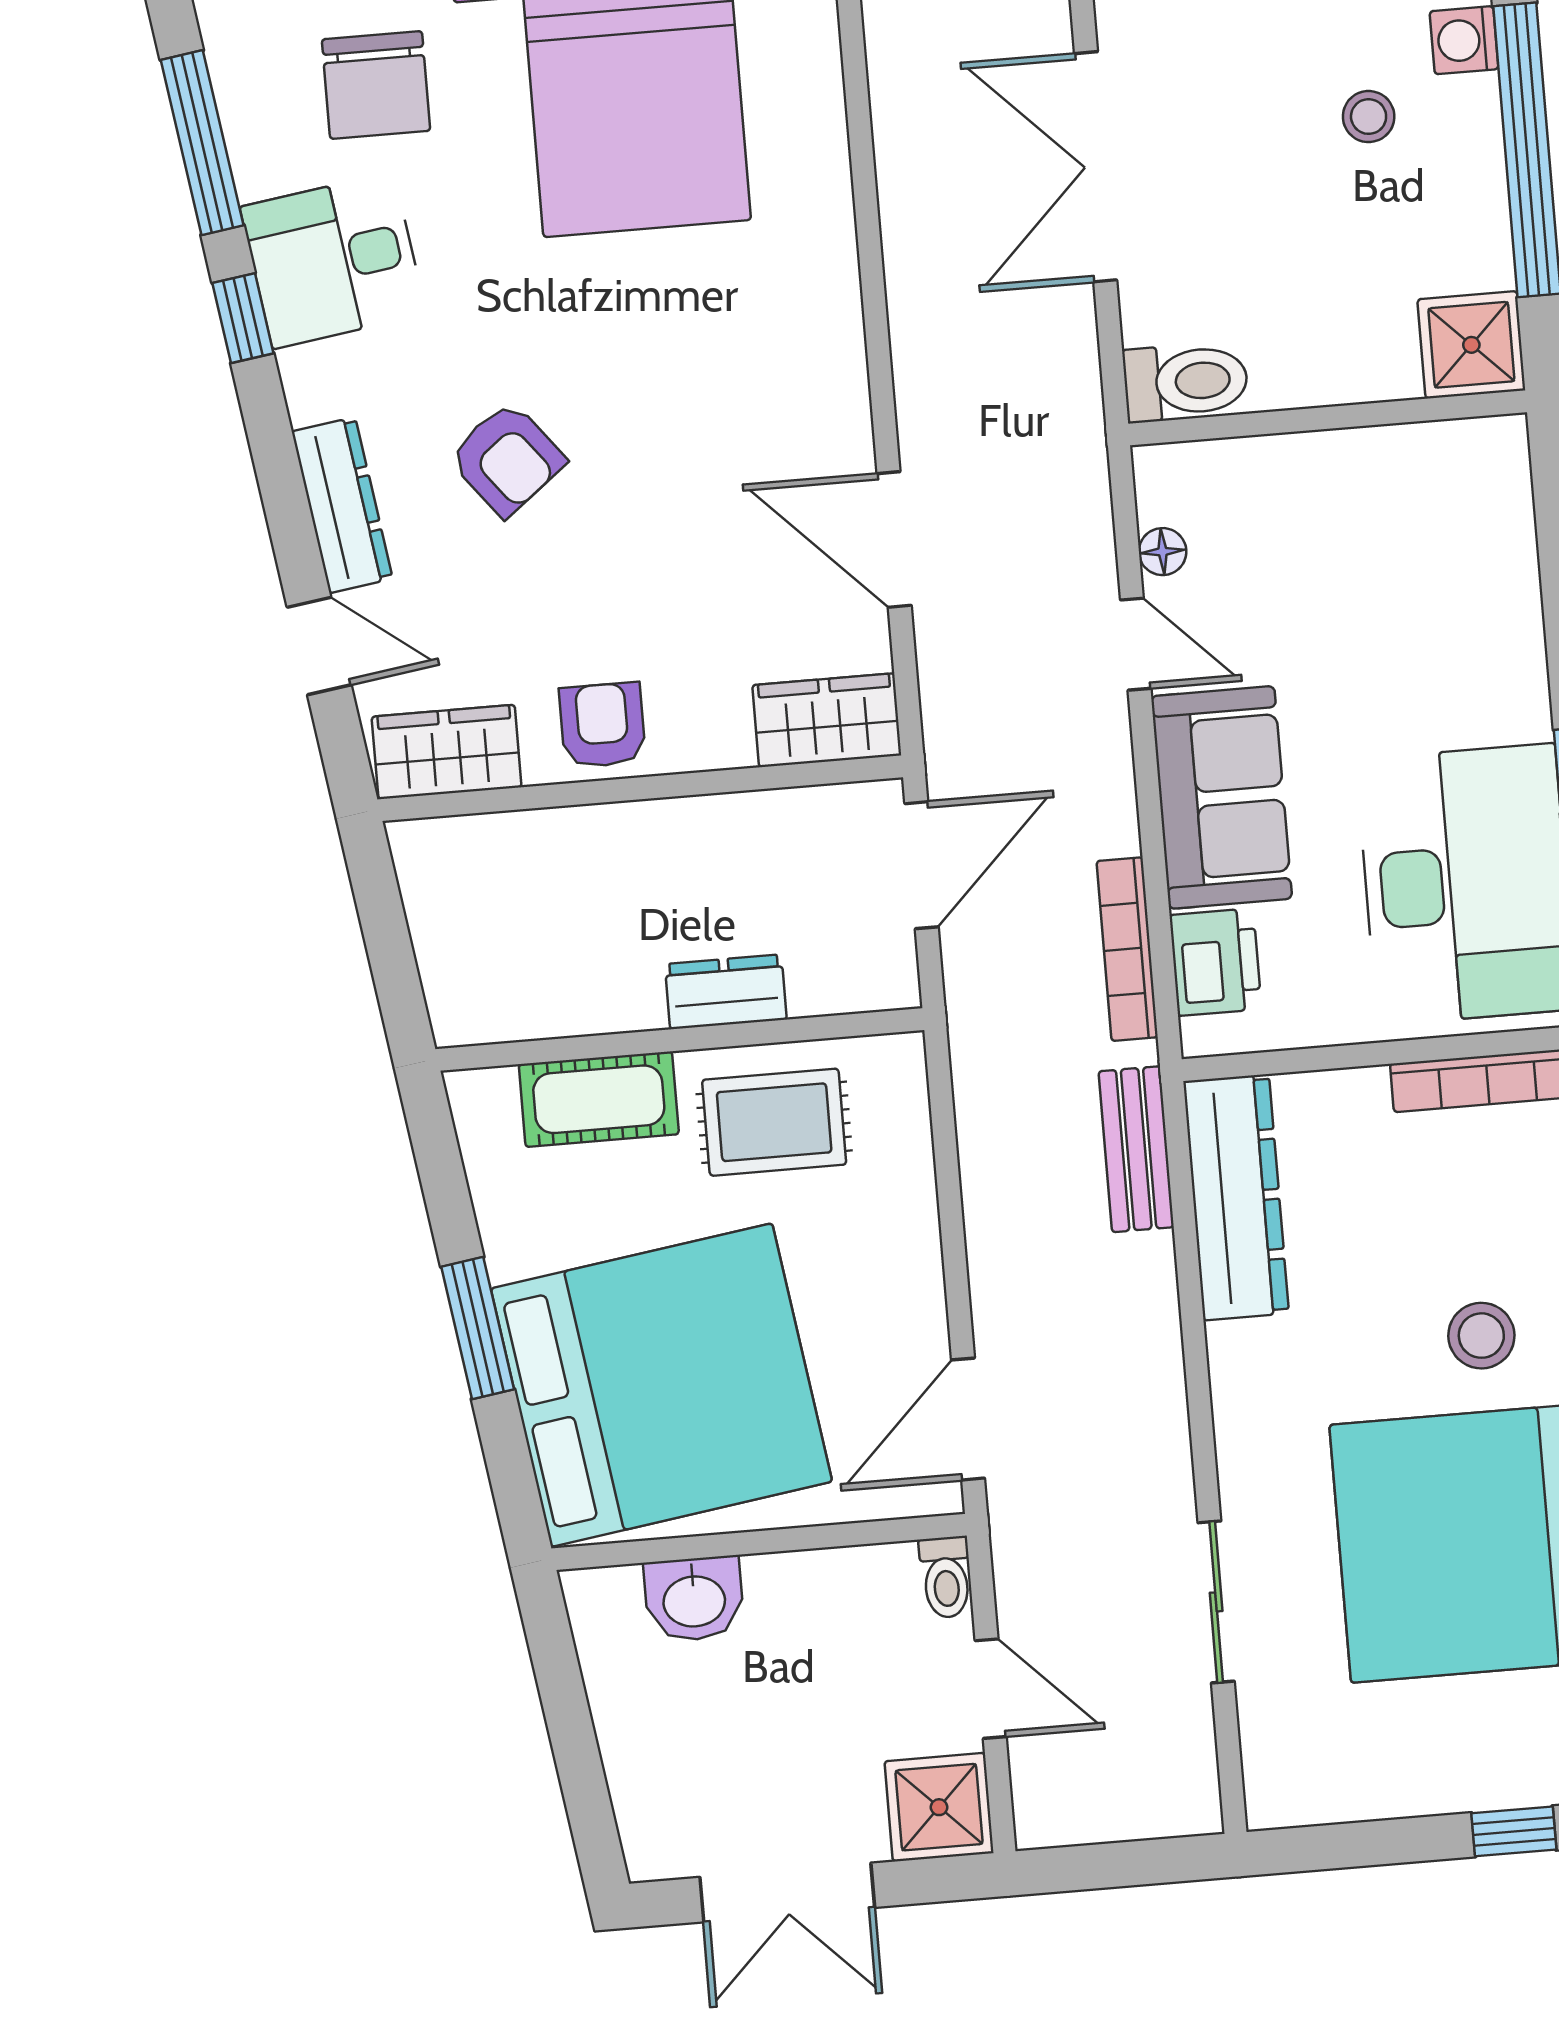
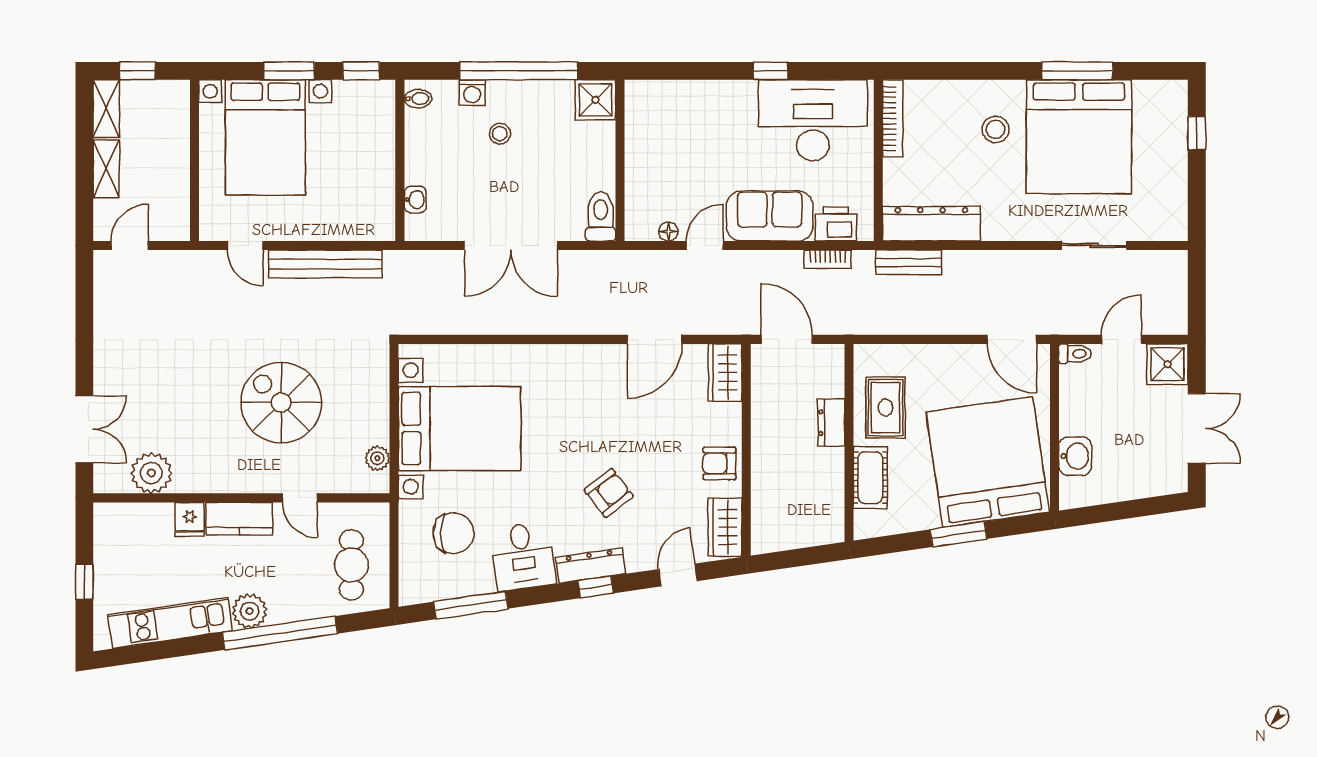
window: (243, 318) -> (596, 587), moved
dresser: (342, 505) -> (591, 566), moved
bookcase: (1127, 949) -> (828, 259), width x0.64

